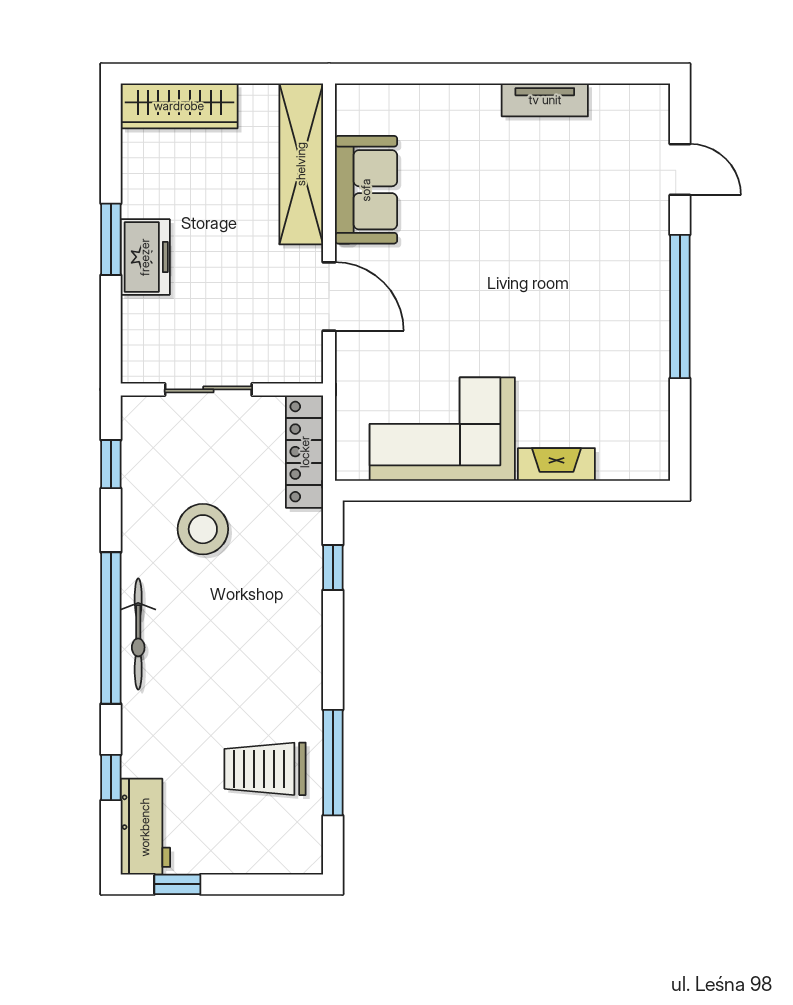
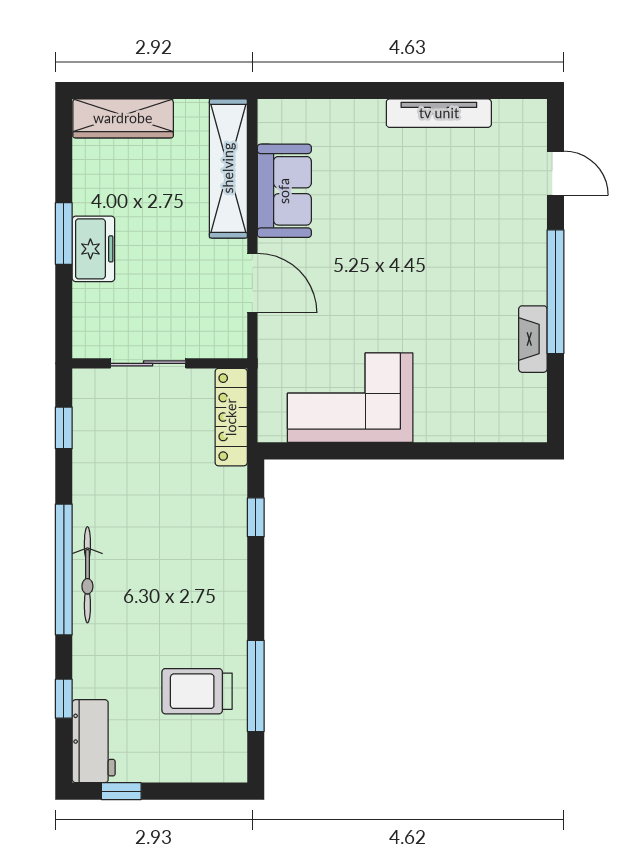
tv unit: (545, 100) -> (439, 113), width x1.41
fireplace: (556, 465) -> (533, 339), moved, turned -90
stool: (203, 529) -> (143, 484), removed

